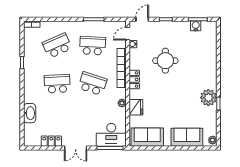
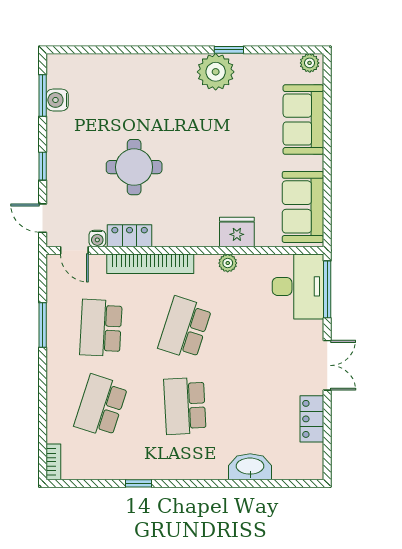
school desk: (57, 46) -> (101, 406), turned 42
locker: (134, 79) -> (130, 236), moved

